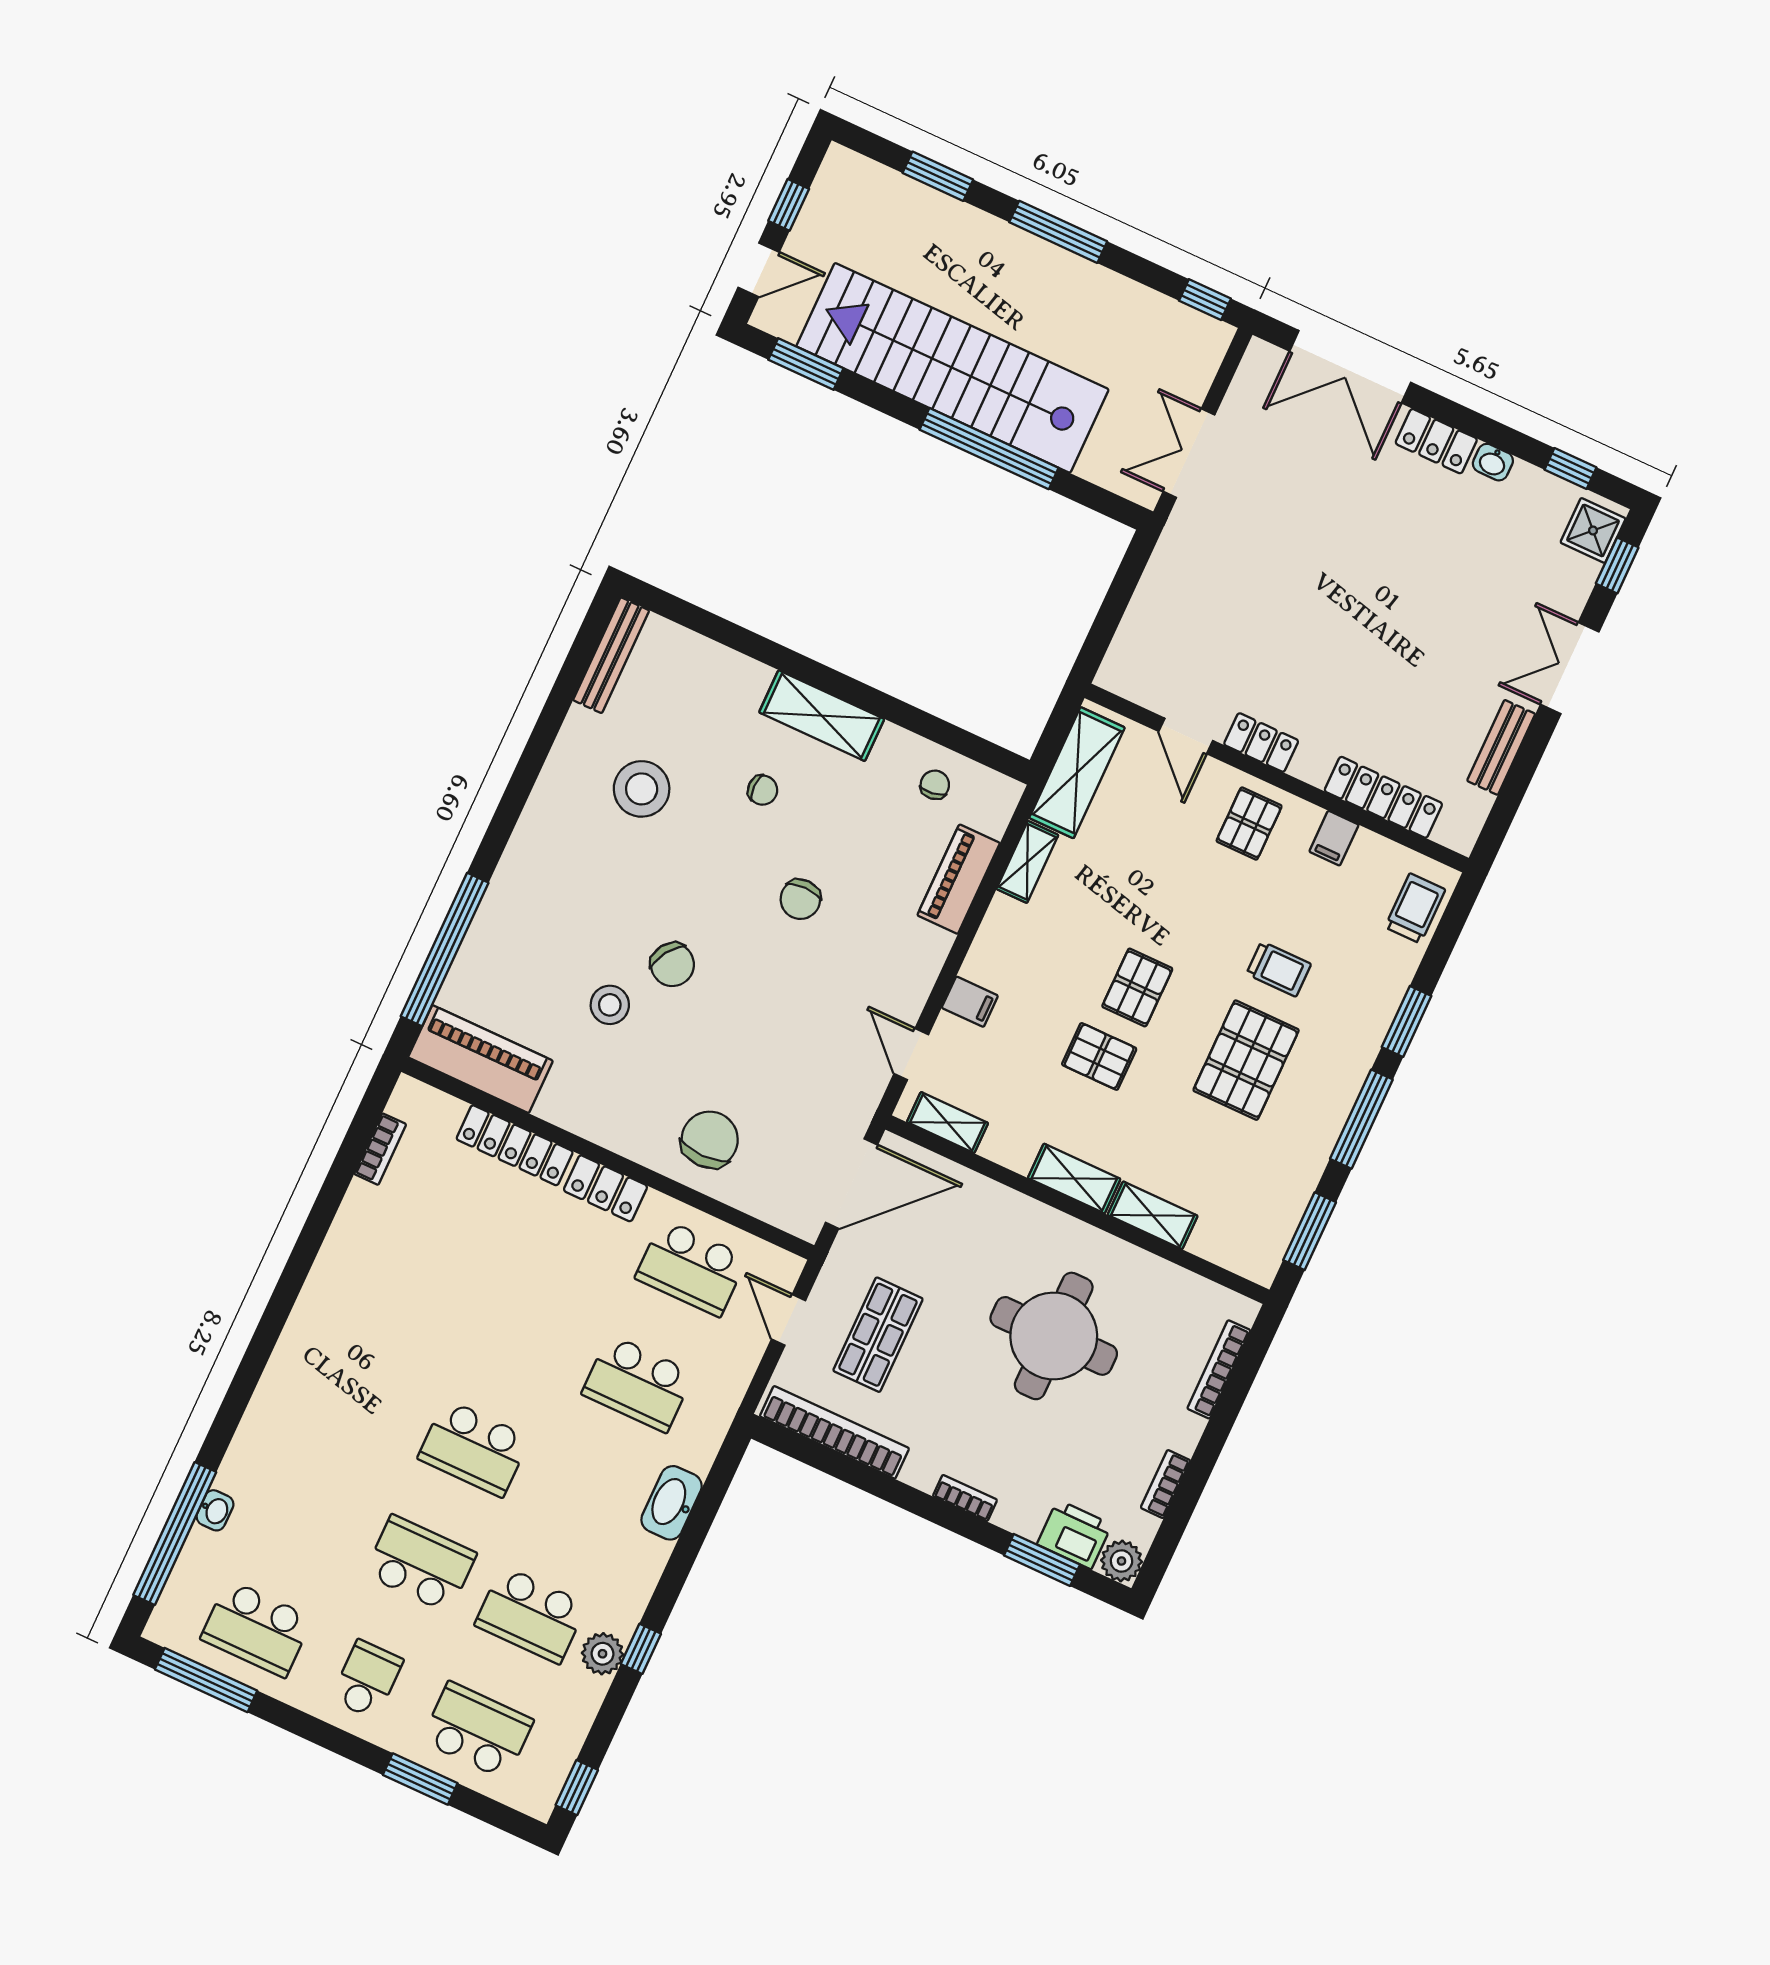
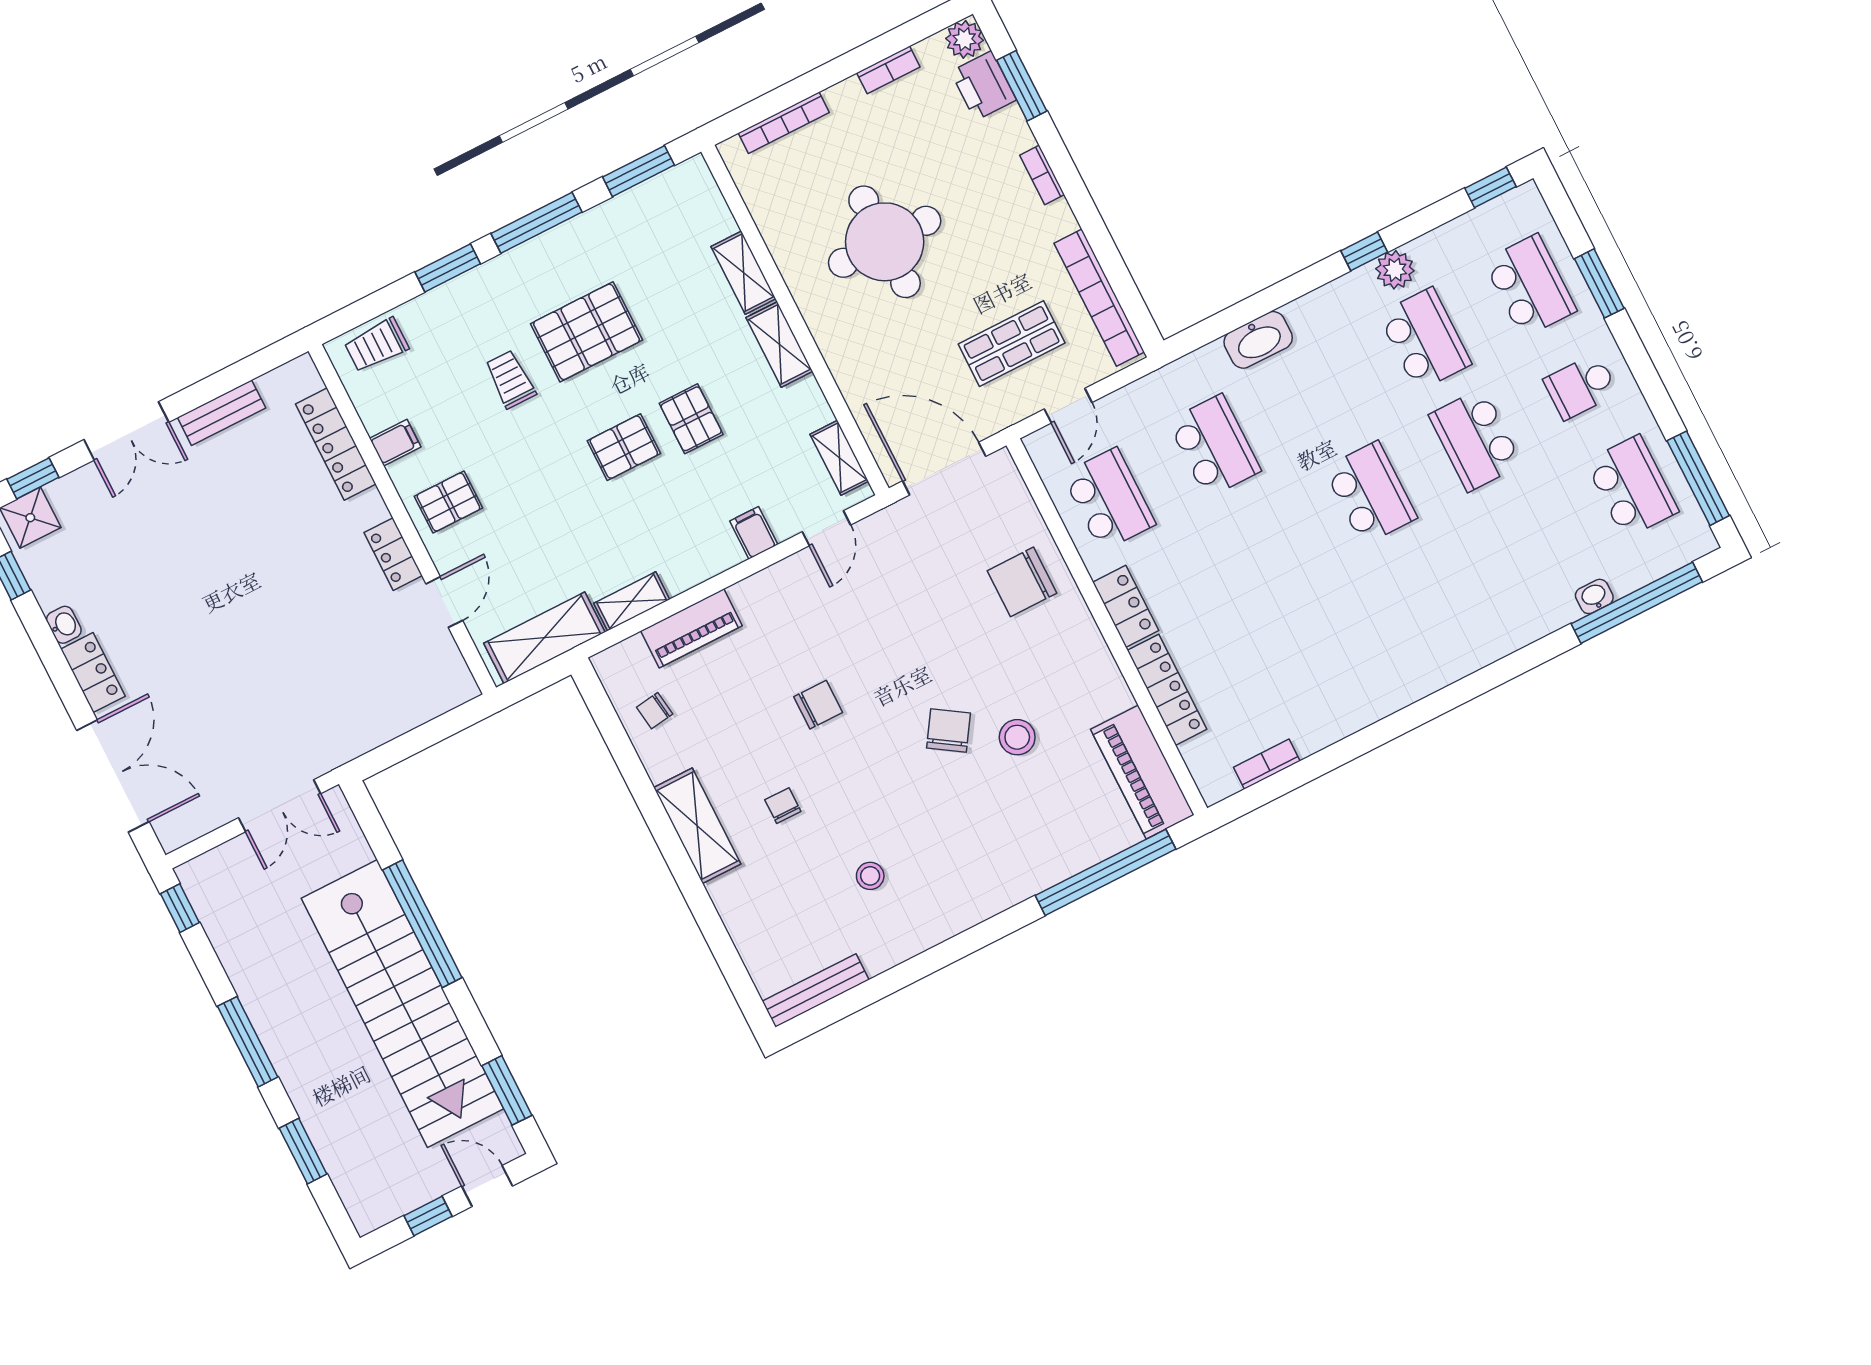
stool: (642, 789) -> (870, 876), width x0.53, depth x0.53
school desk: (477, 1730) -> (1530, 286), turned 180

